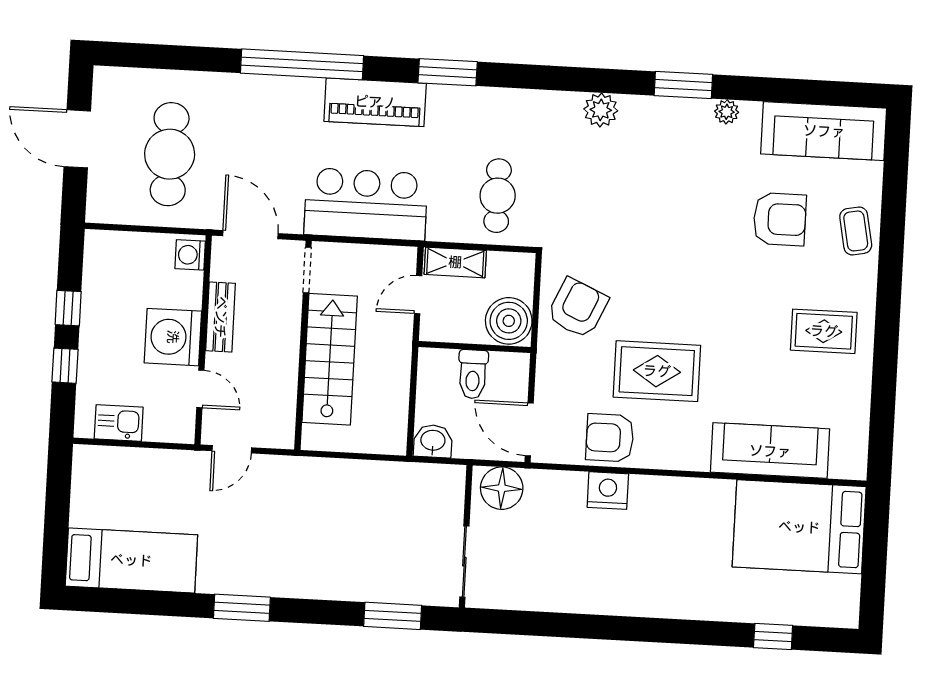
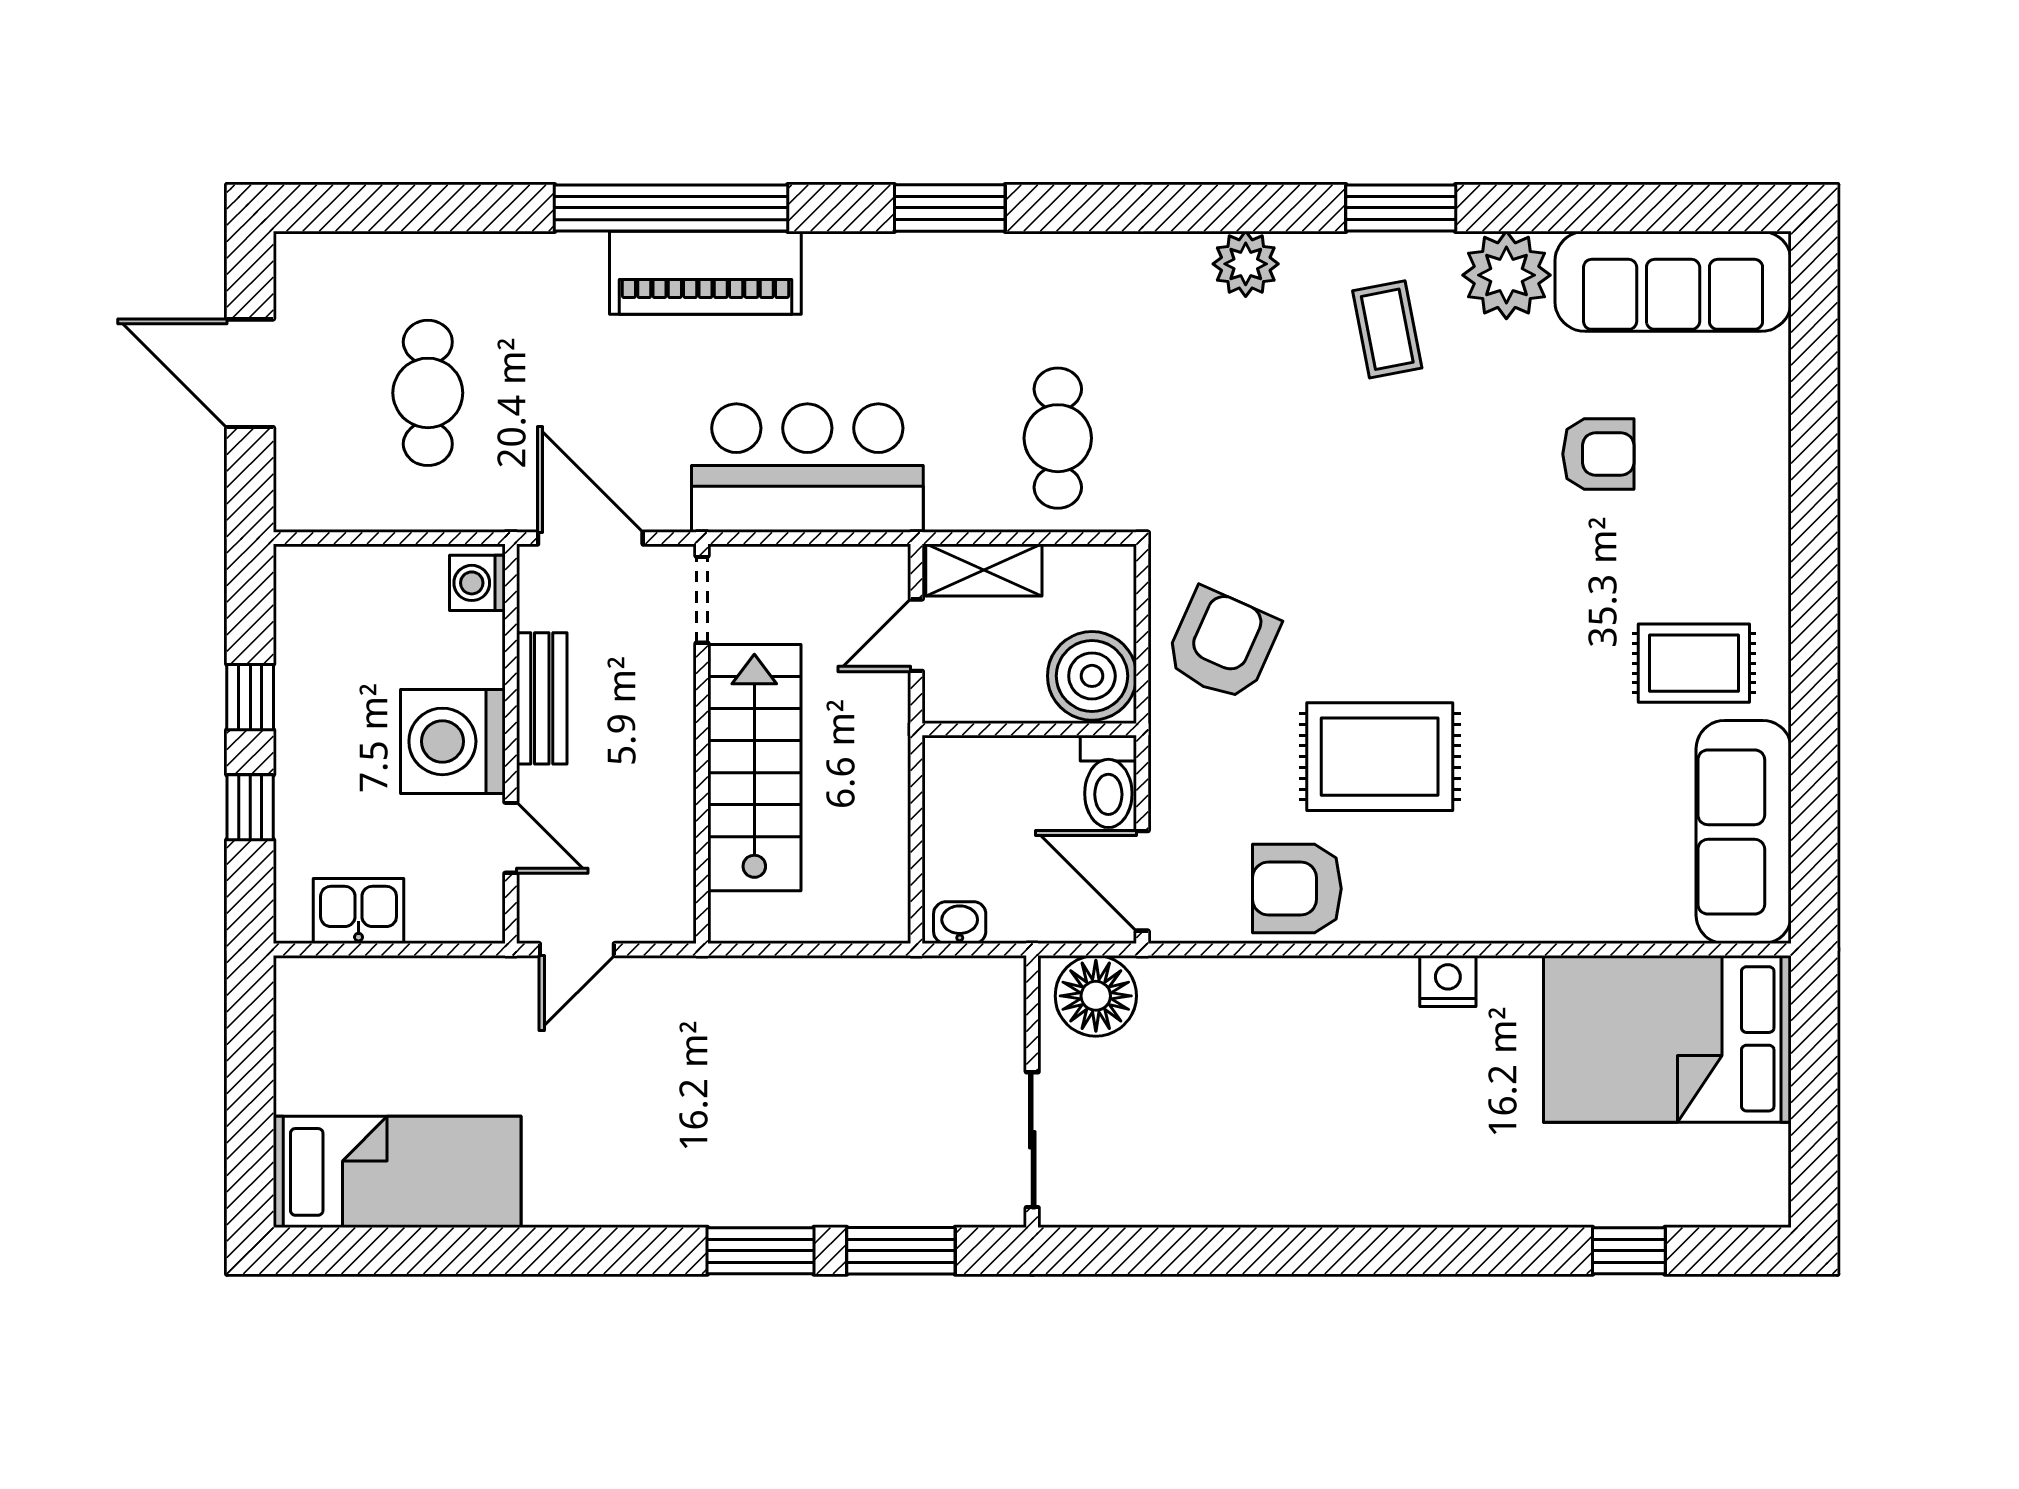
piano: (375, 102) -> (705, 273), moved
plant: (727, 112) -> (1506, 275), width x1.87, depth x1.87
cafe table: (170, 154) -> (428, 393), width x0.73, depth x0.74
armchair: (780, 219) -> (1598, 454), width x0.72, depth x0.72
coffee table: (856, 231) -> (1387, 329), moved
toilet: (473, 374) -> (1108, 781), moved
washbasin: (433, 441) -> (960, 923), width x0.72, depth x0.69
sofa: (770, 451) -> (1744, 832), moved, turned -90
nightstand: (608, 491) -> (1448, 981), moved, width x0.74, depth x0.75
window: (242, 608) -> (761, 1251), moved

